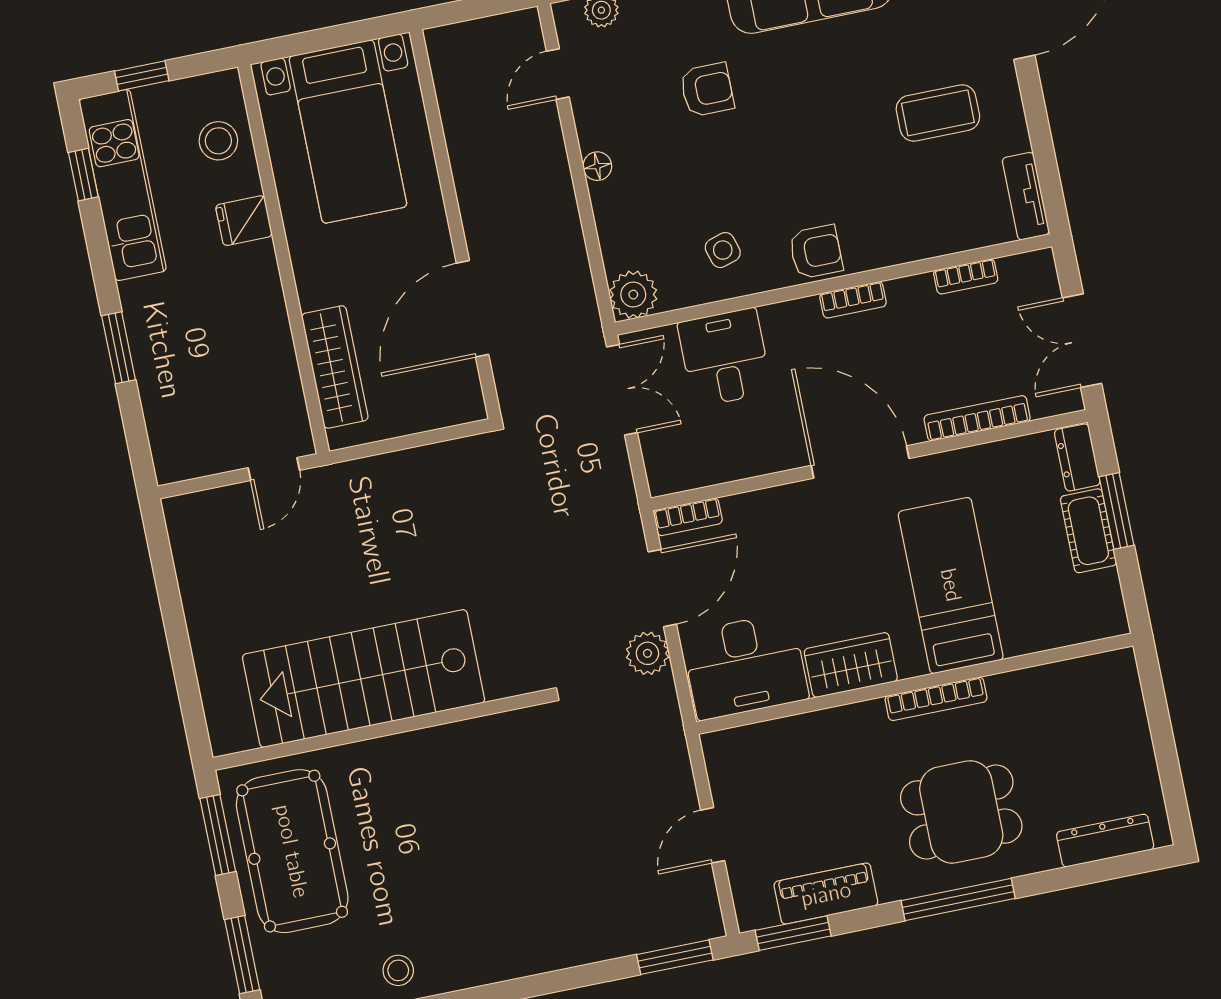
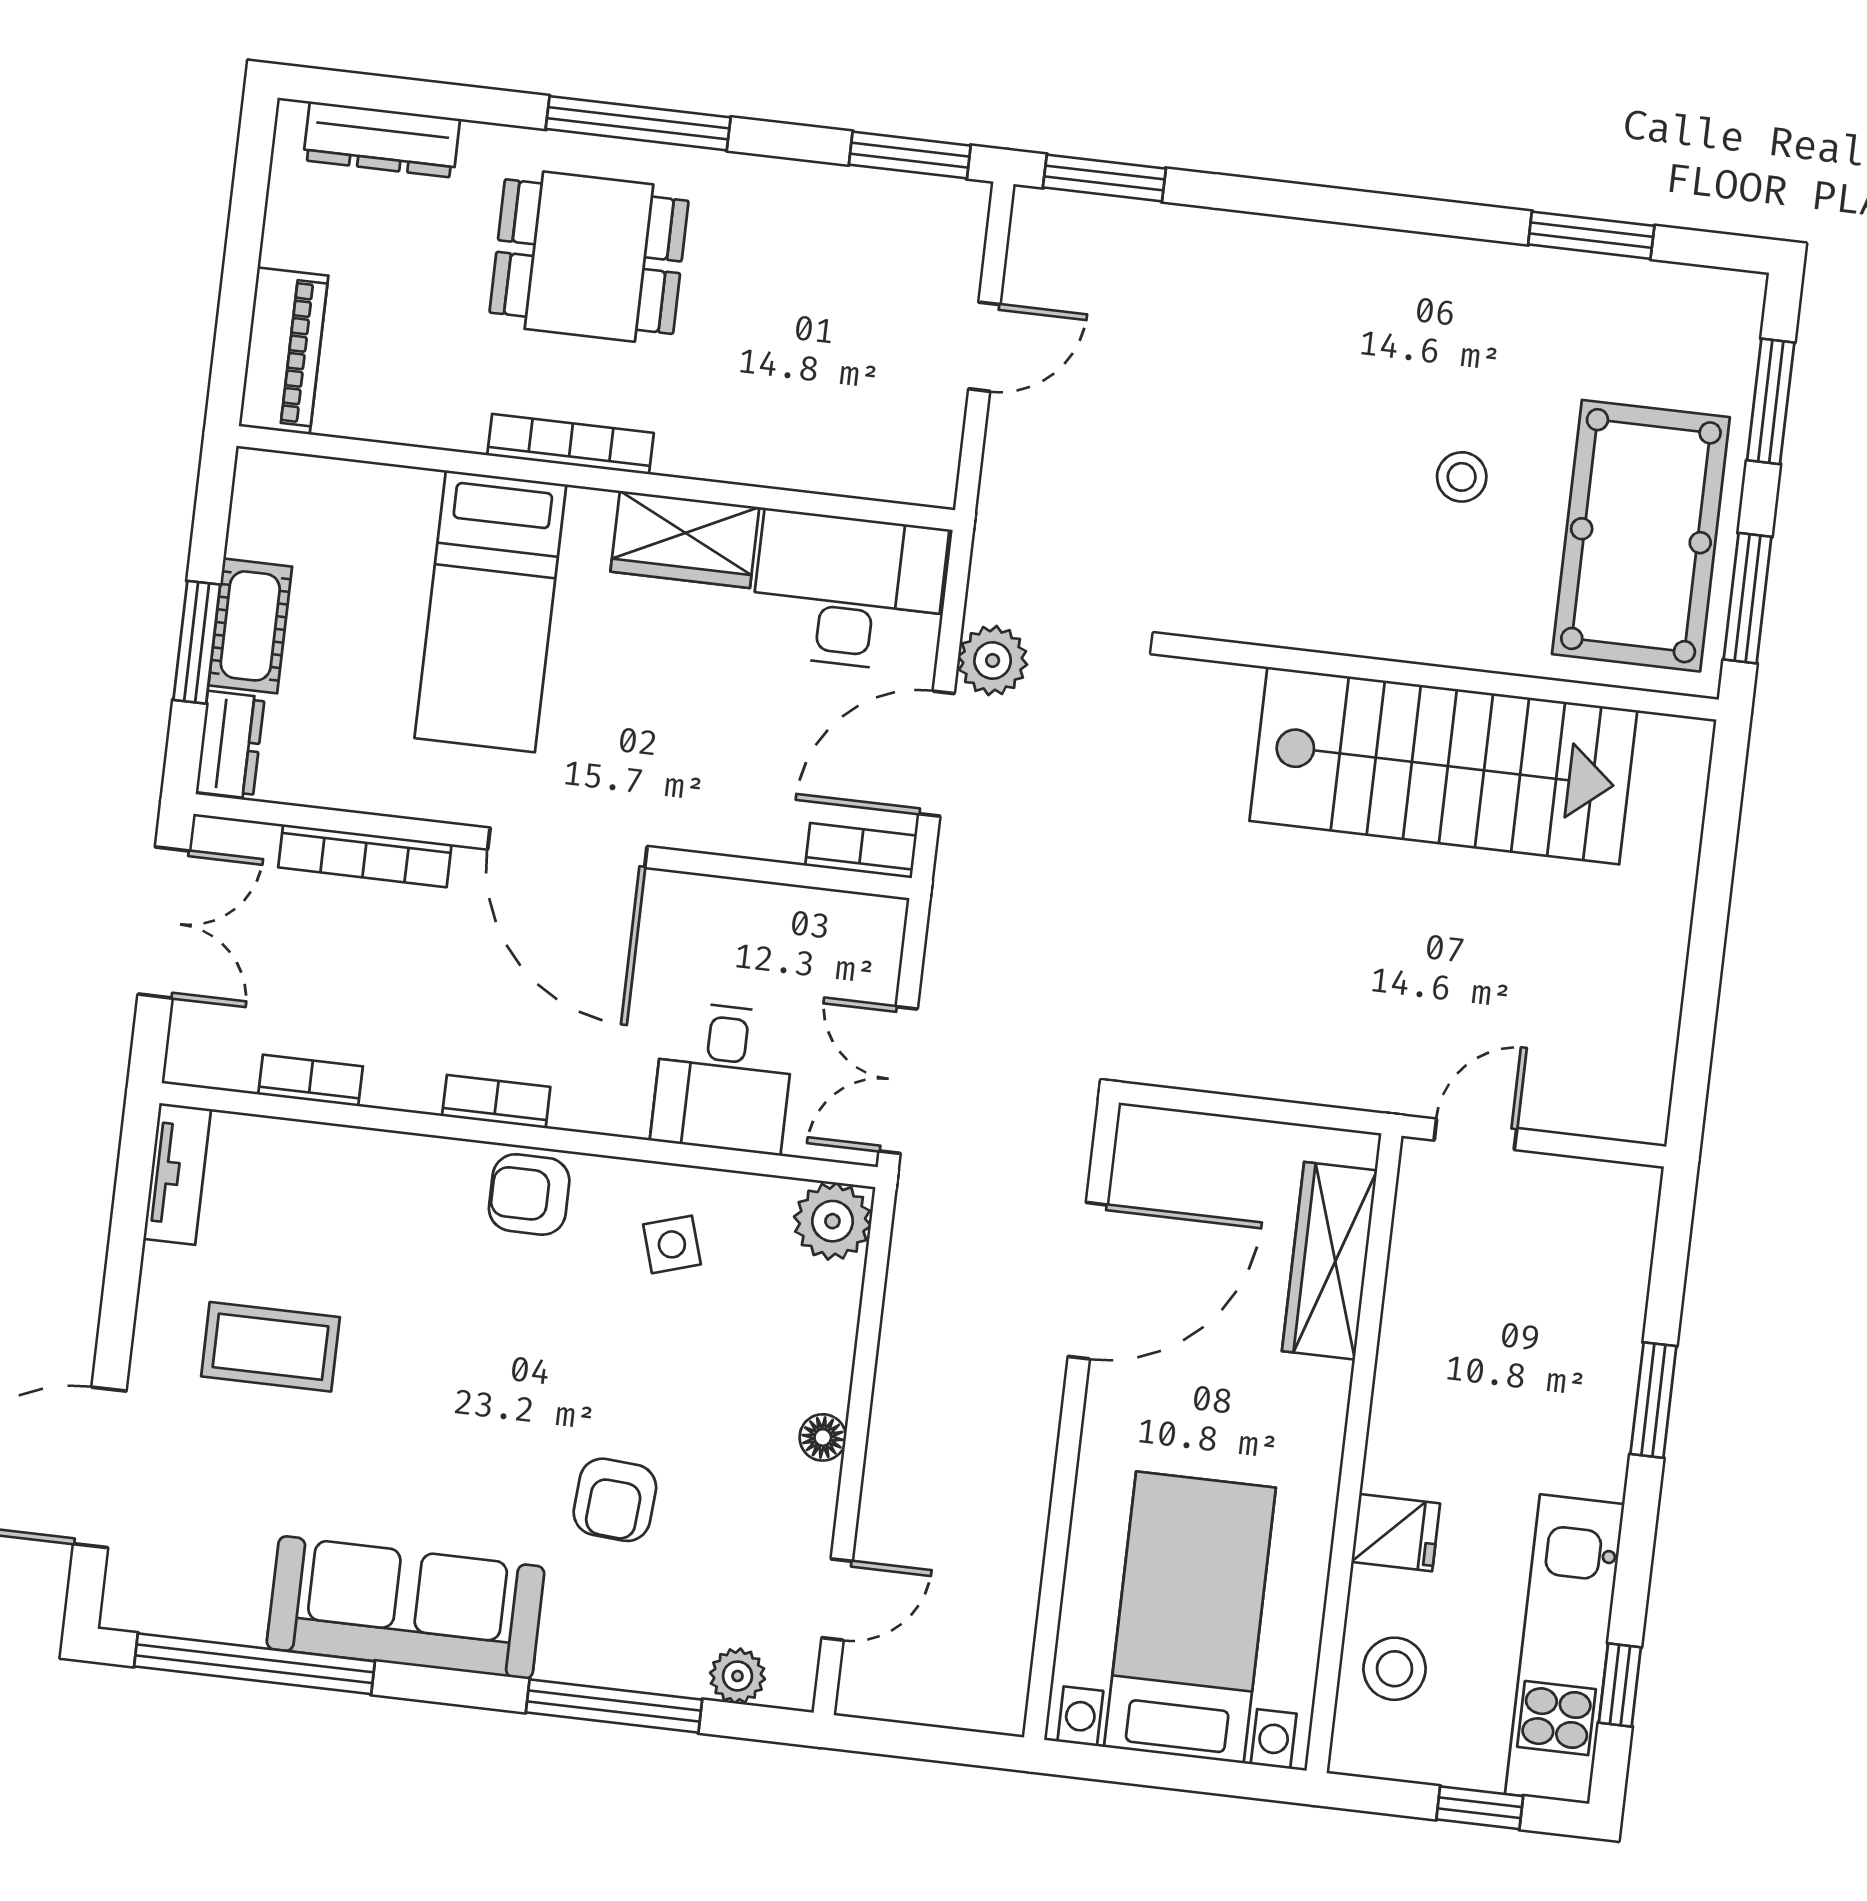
armchair: (707, 90) -> (615, 1500), turned -86
piano: (826, 894) -> (284, 351), moved, turned -90
stool: (398, 970) -> (1462, 477), moved

